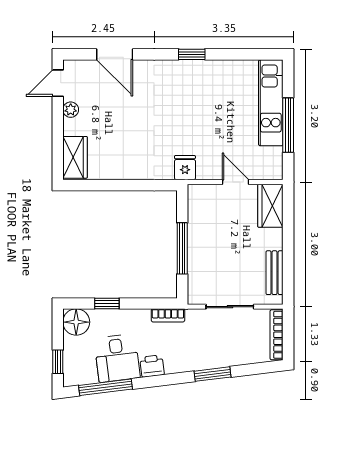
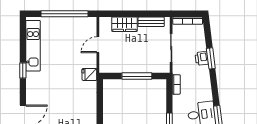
kitchen unit: (271, 103) -> (33, 46), moved, turned -90
window: (288, 125) -> (64, 14), width x1.46
wardrobe: (270, 206) -> (124, 24), moved
printer: (152, 366) -> (202, 58), moved

